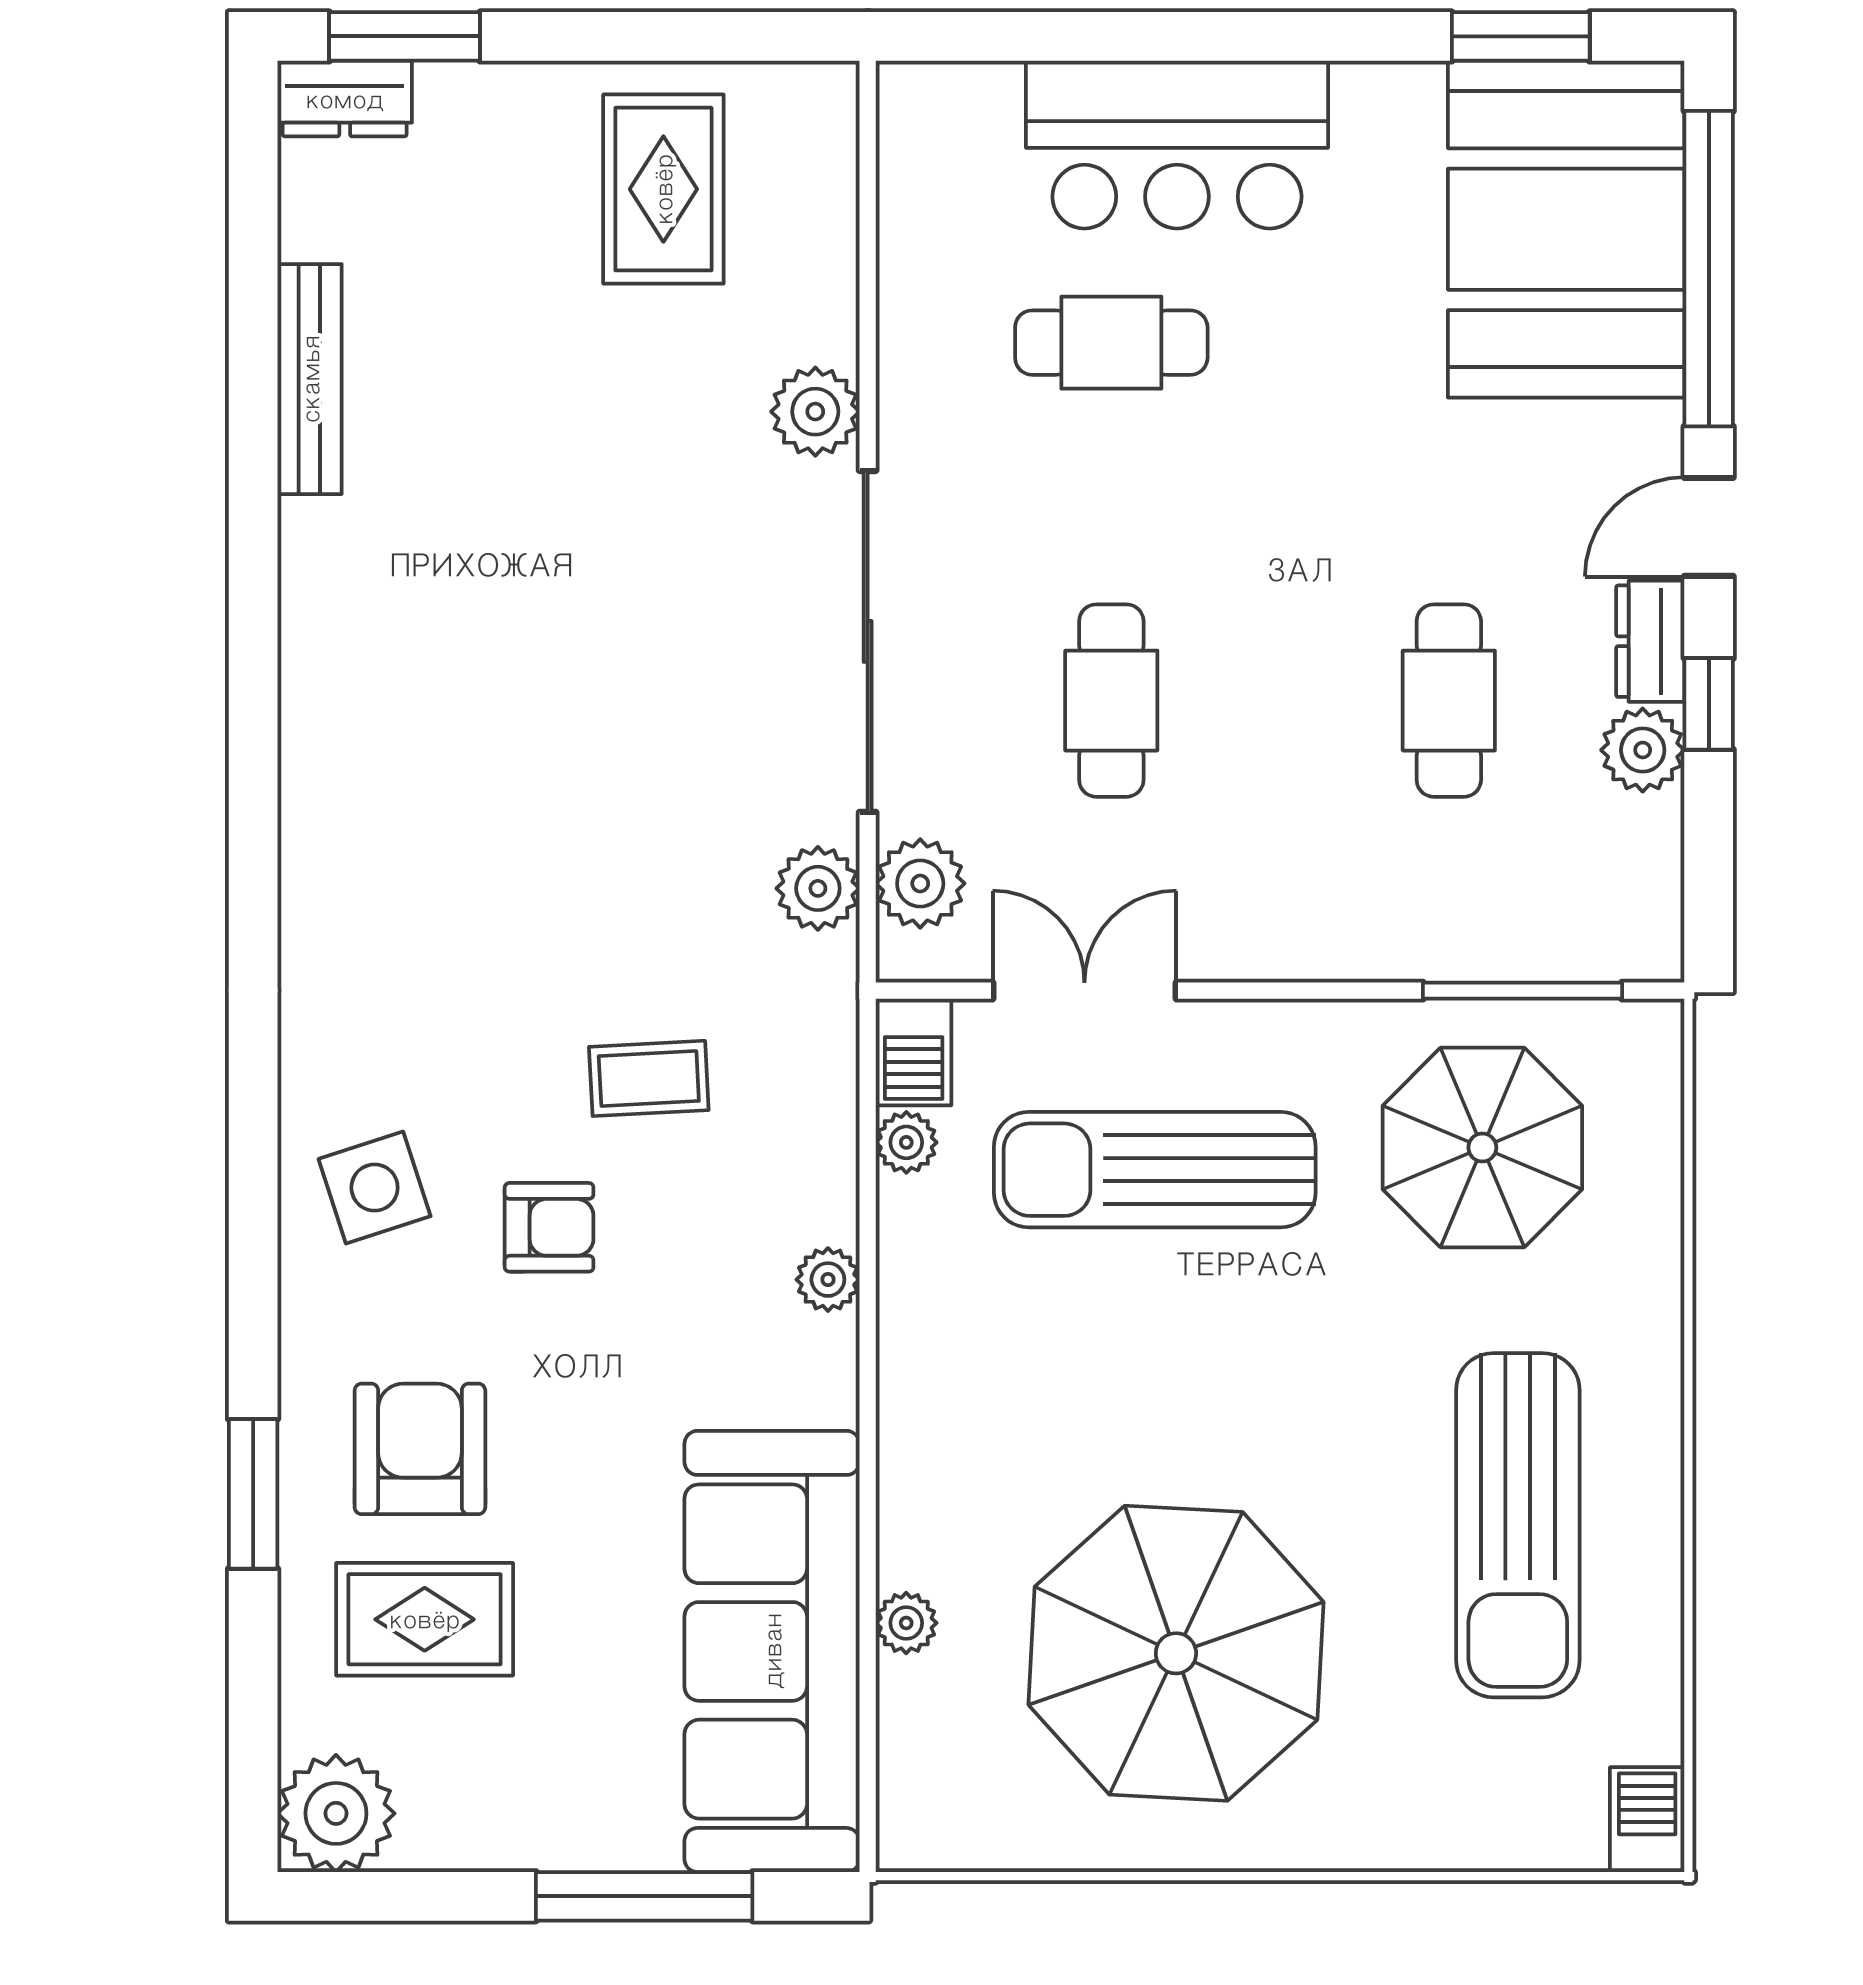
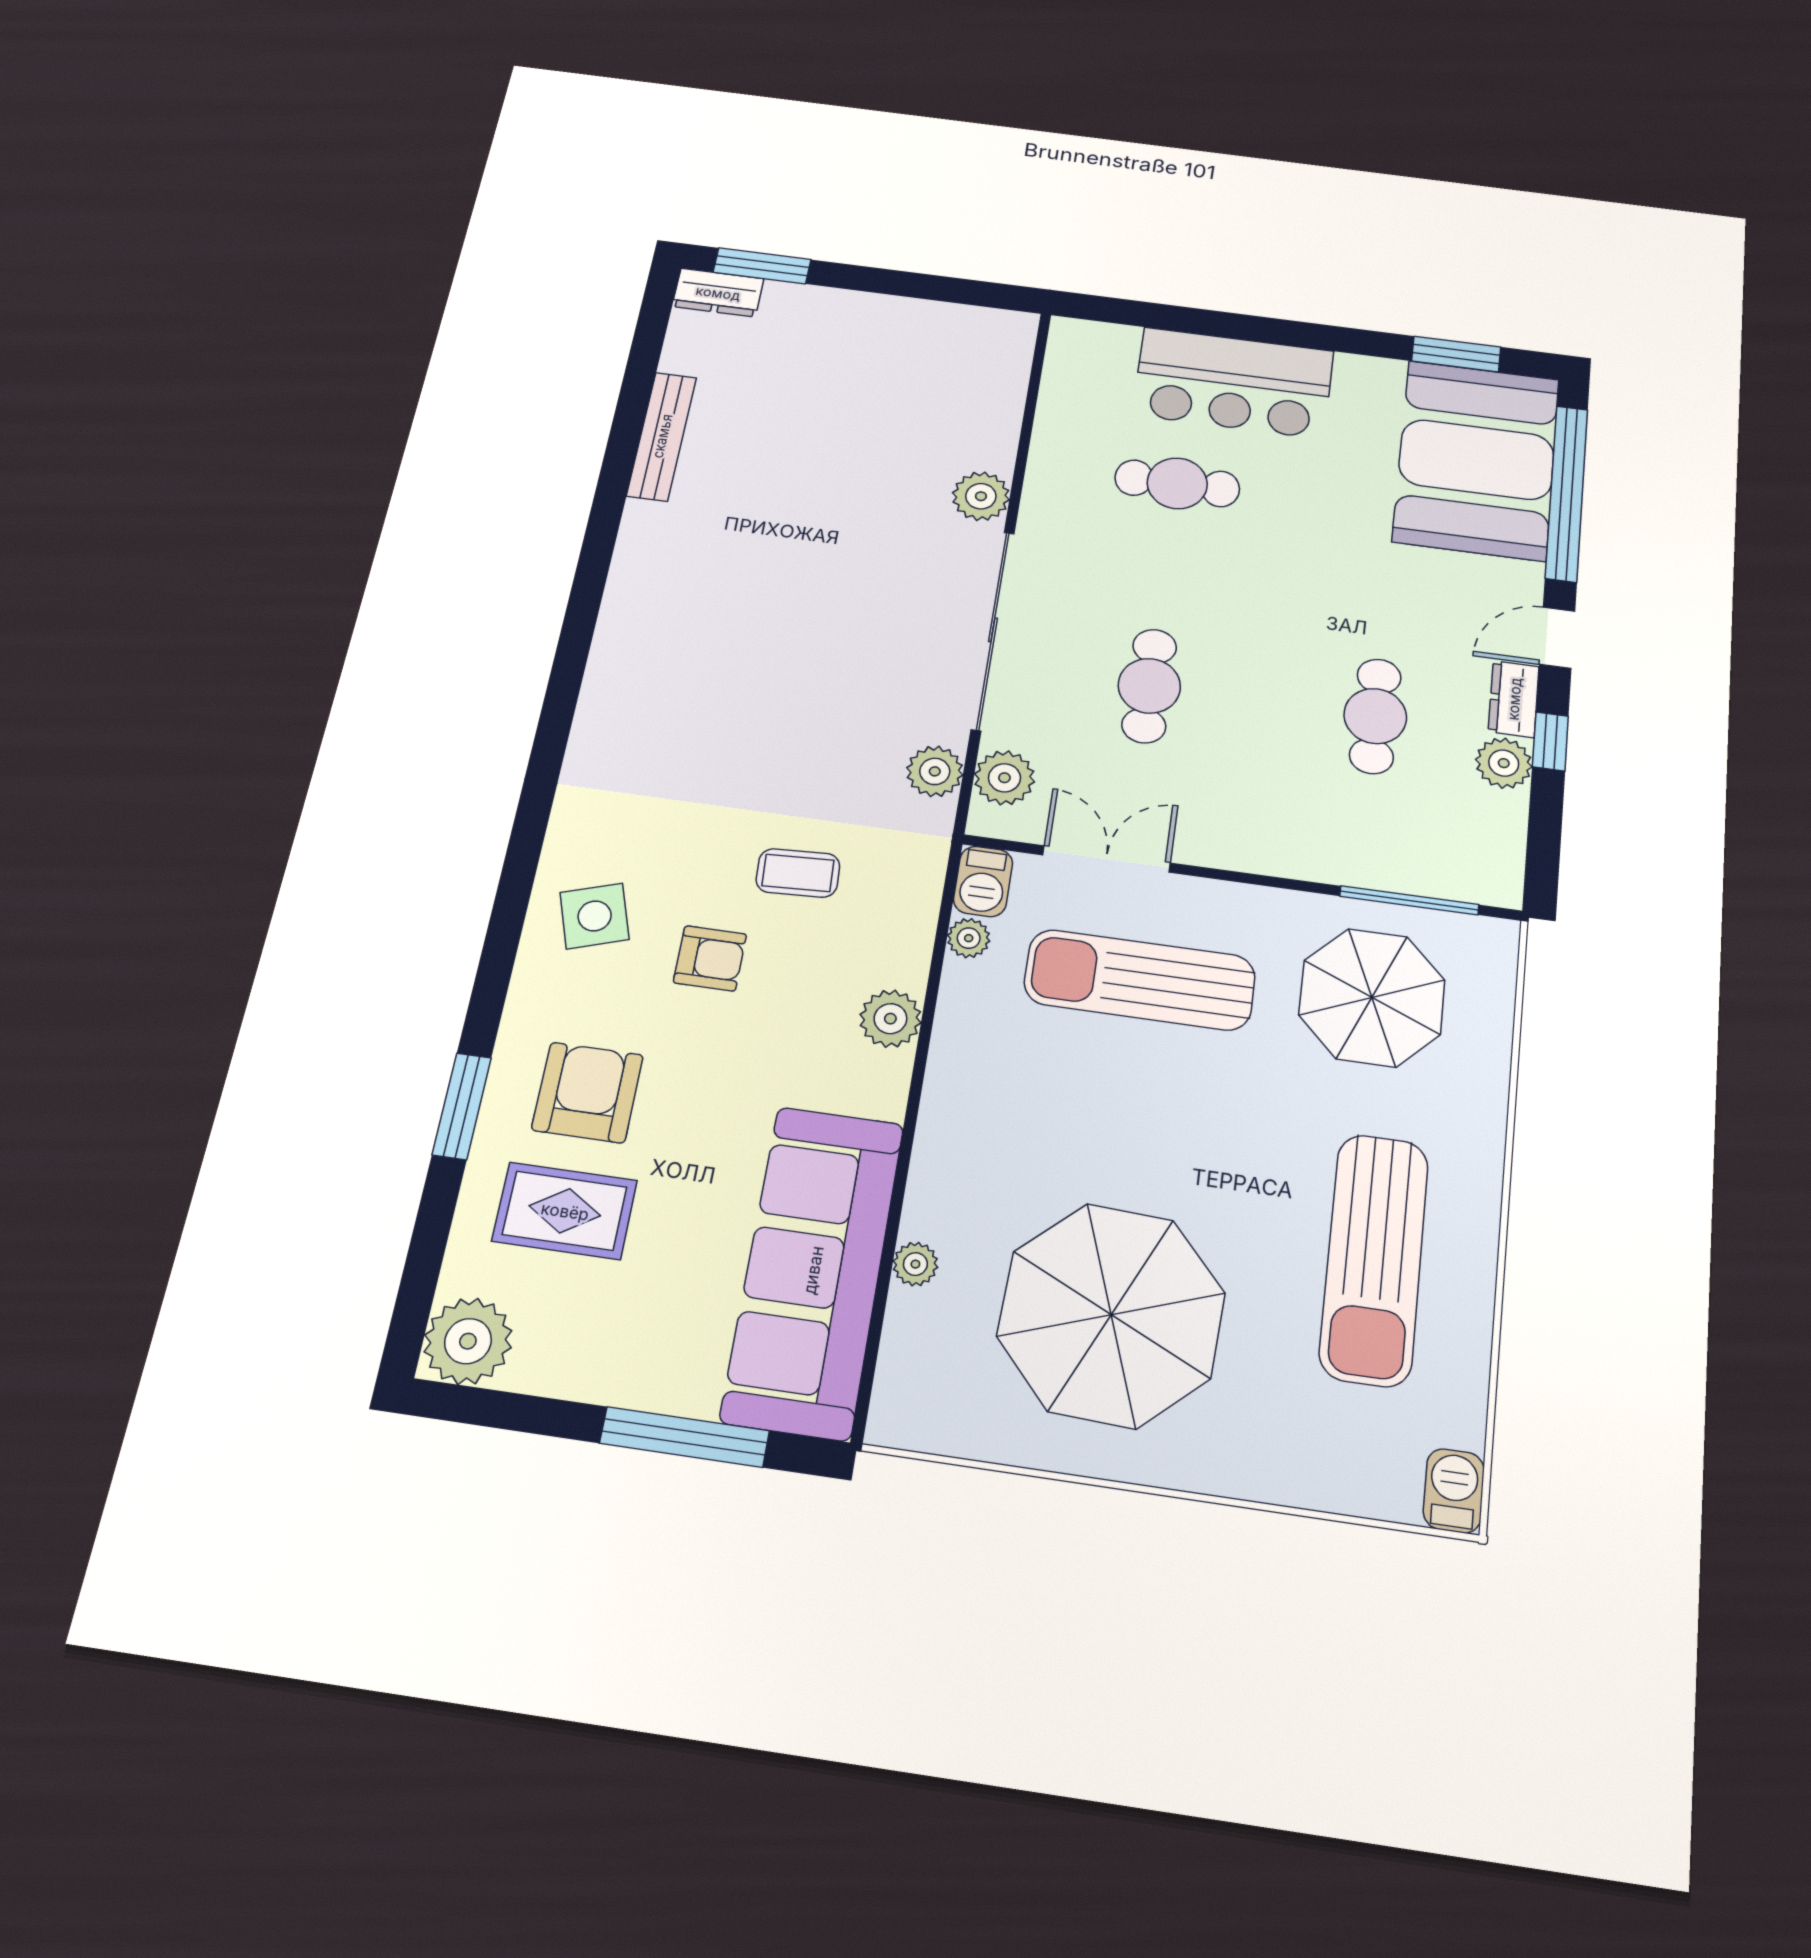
rug: (663, 189) -> (906, 365), removed
plant: (828, 1280) -> (890, 1019), width x1.38, depth x1.38

